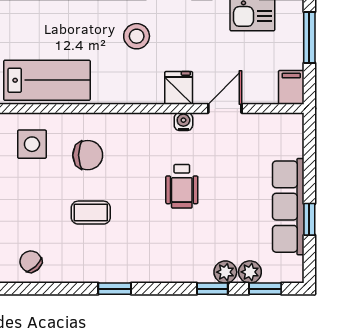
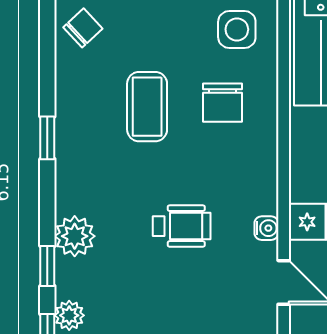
wheelchair: (182, 186) -> (182, 226), turned 180
coffee table: (91, 213) -> (147, 107), width x1.36, depth x1.30
plant: (225, 272) -> (75, 236), moved, width x1.38, depth x1.38

